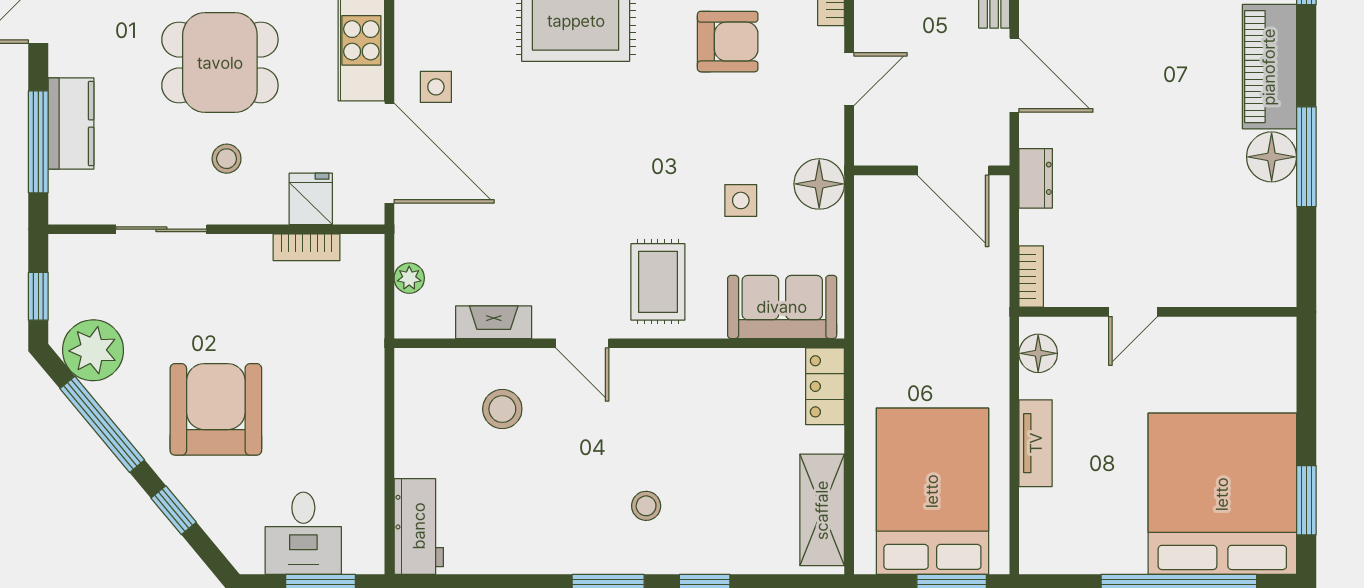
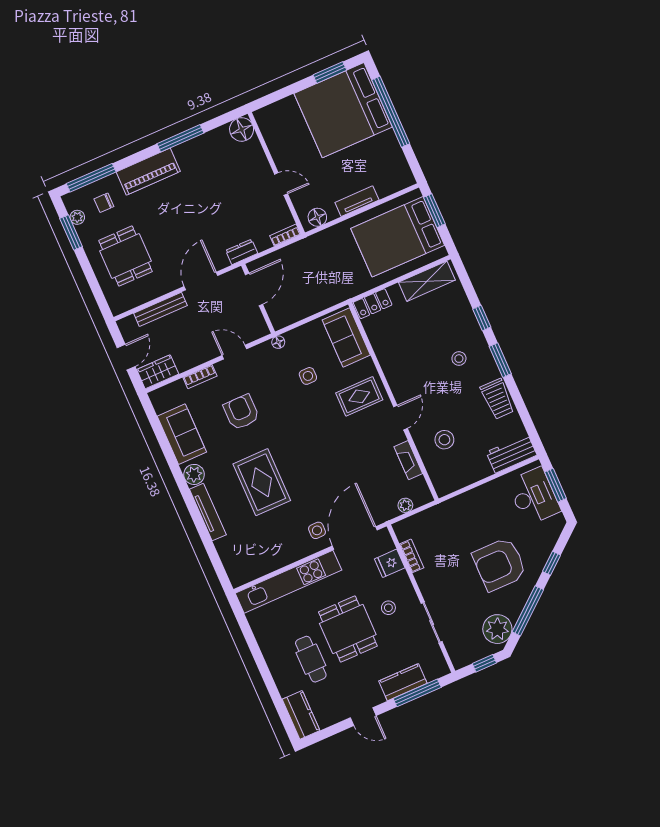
floor lamp: (1272, 157) -> (242, 129), moved
floor lamp: (819, 184) -> (278, 342), width x0.53, depth x0.53
desk: (303, 533) -> (534, 496), width x1.37
trolley: (536, 546) -> (497, 399), added

